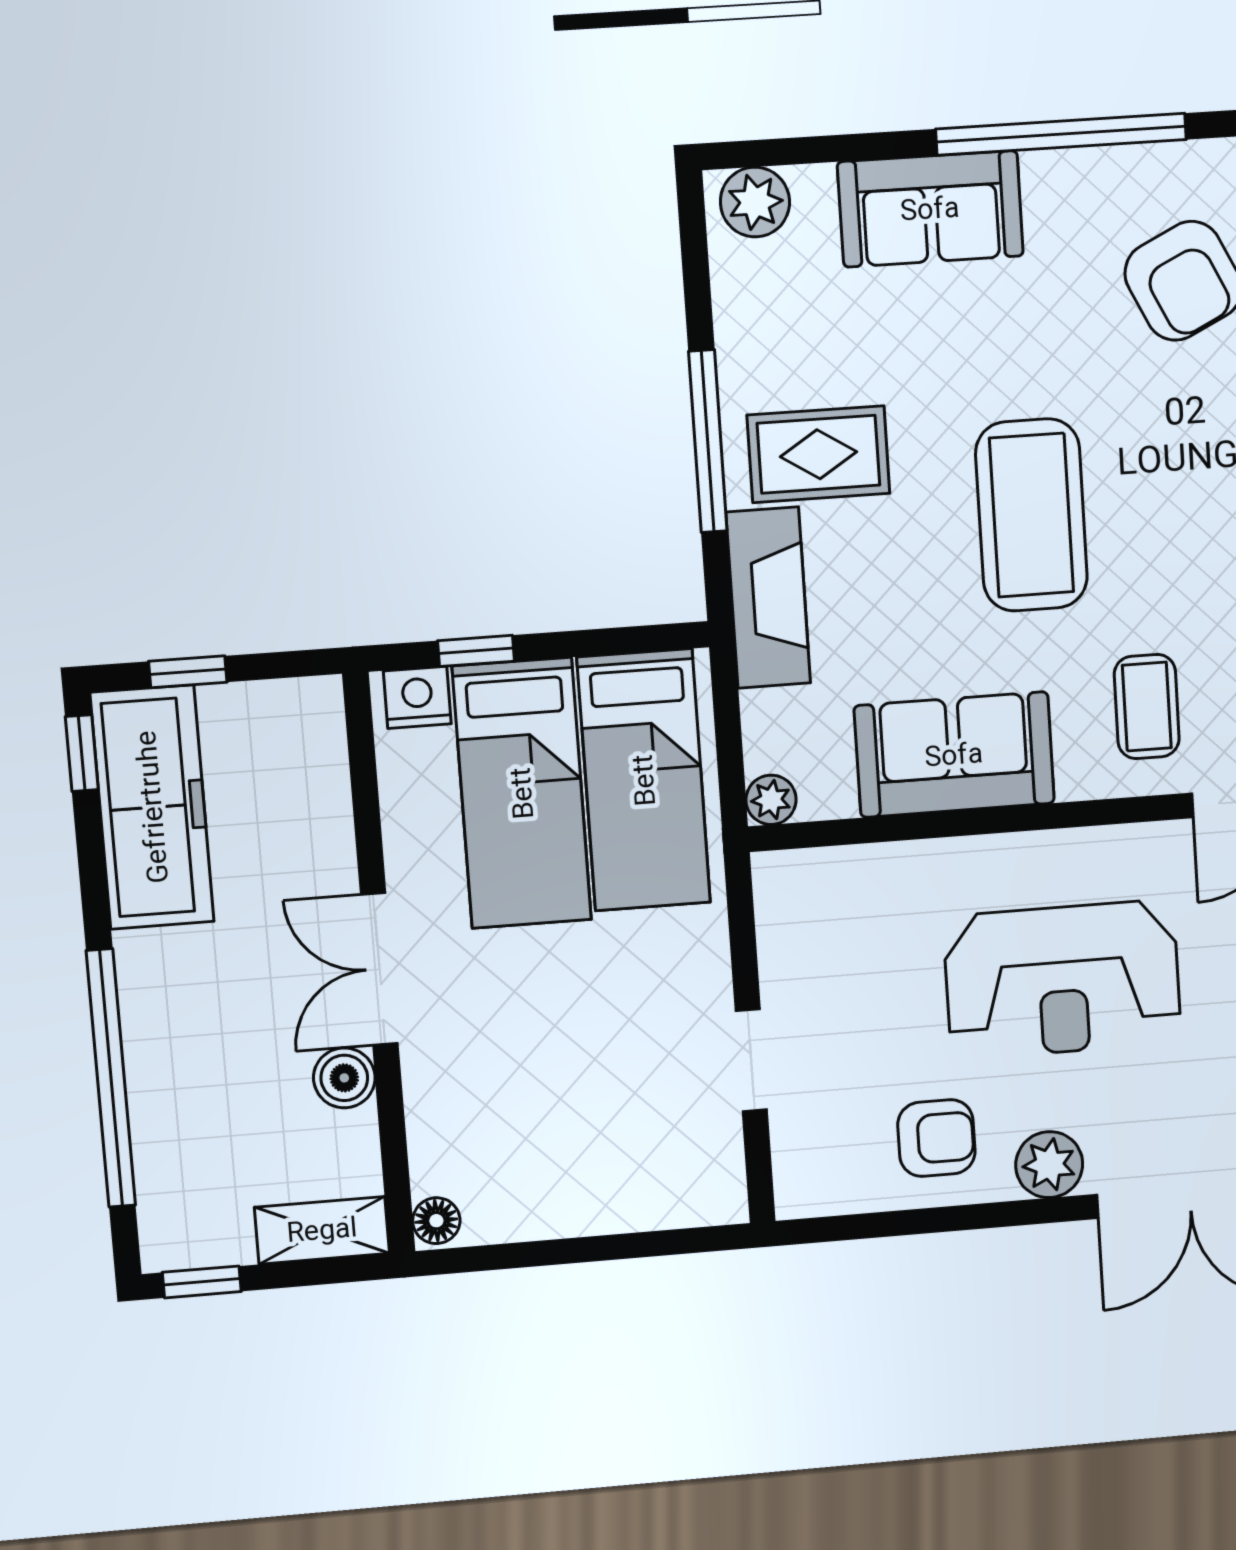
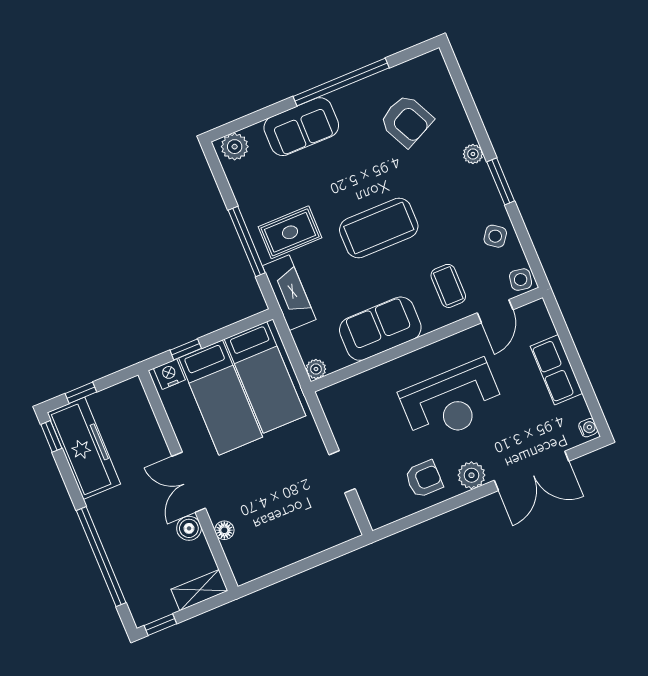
coffee table: (1031, 515) -> (379, 228), turned 90
floor lamp: (436, 1221) -> (224, 530), moved

